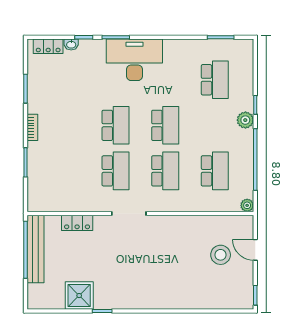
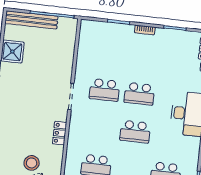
school desk: (165, 171) -> (100, 128), removed
locker: (77, 223) -> (60, 133), moved
bench: (35, 249) -> (31, 20), moved

